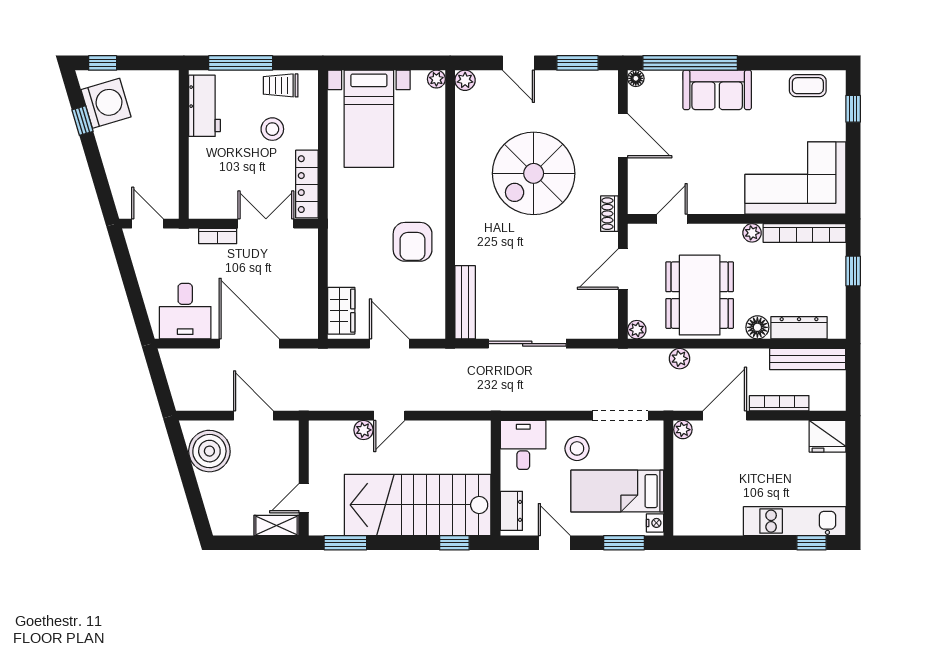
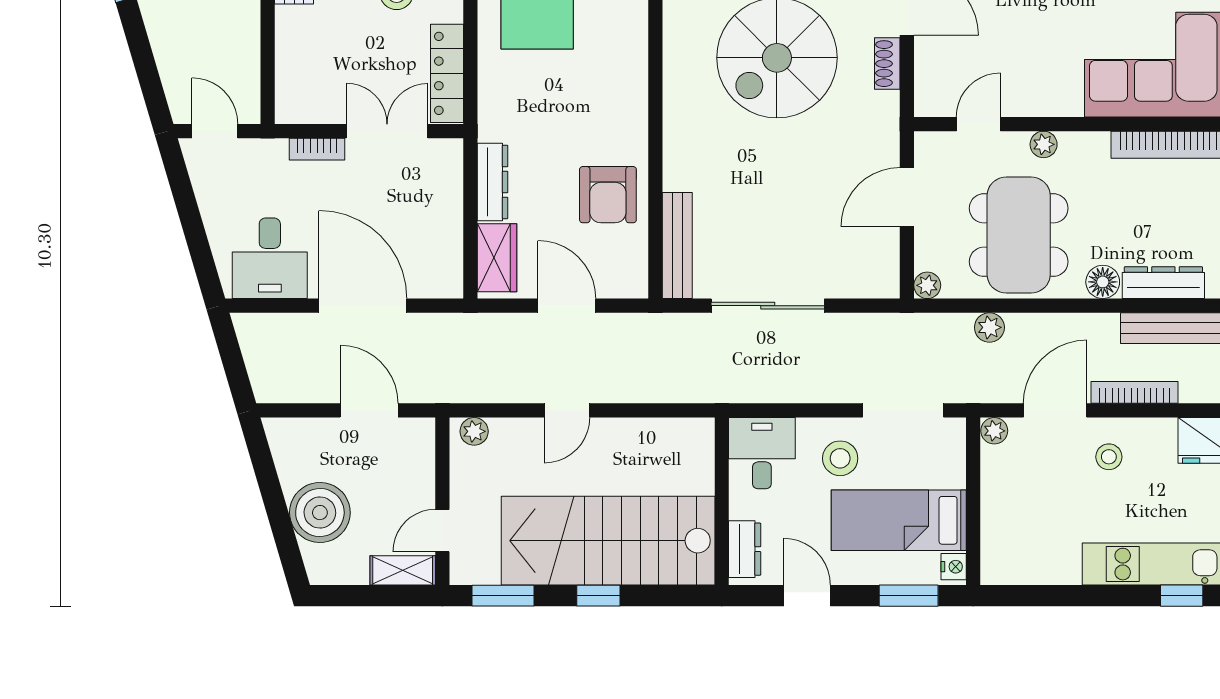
shoe rack: (609, 214) -> (887, 64), moved
plant: (752, 233) -> (1044, 144), moved
armchair: (413, 242) -> (608, 195), moved
dresser: (338, 259) -> (493, 182), added
plant: (363, 430) -> (474, 431), moved
stool: (762, 447) -> (1109, 457), added
boiler: (209, 451) -> (320, 513), moved
window: (454, 543) -> (598, 596), moved

